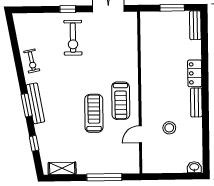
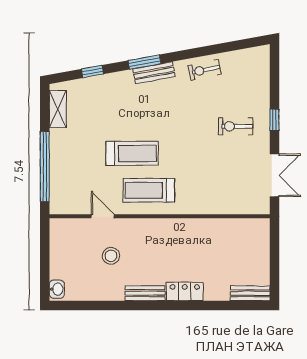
window: (172, 8) -> (274, 262), removed
exercise bike: (73, 38) -> (236, 126), width x0.73, depth x0.72
bench: (35, 103) -> (154, 73), width x0.73
window: (104, 177) -> (45, 167), width x1.46

